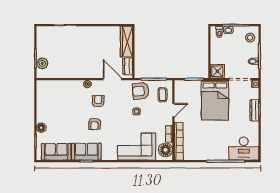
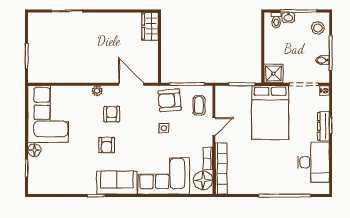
wardrobe: (126, 42) -> (150, 26), width x0.67
plant: (42, 63) -> (36, 63), removed
dresser: (128, 66) -> (152, 67), removed
corner sofa: (51, 101) -> (48, 114), added
desk: (244, 149) -> (313, 162), moved, turned -90
sofa: (56, 152) -> (55, 183), removed
sofa: (86, 152) -> (117, 183), moved

